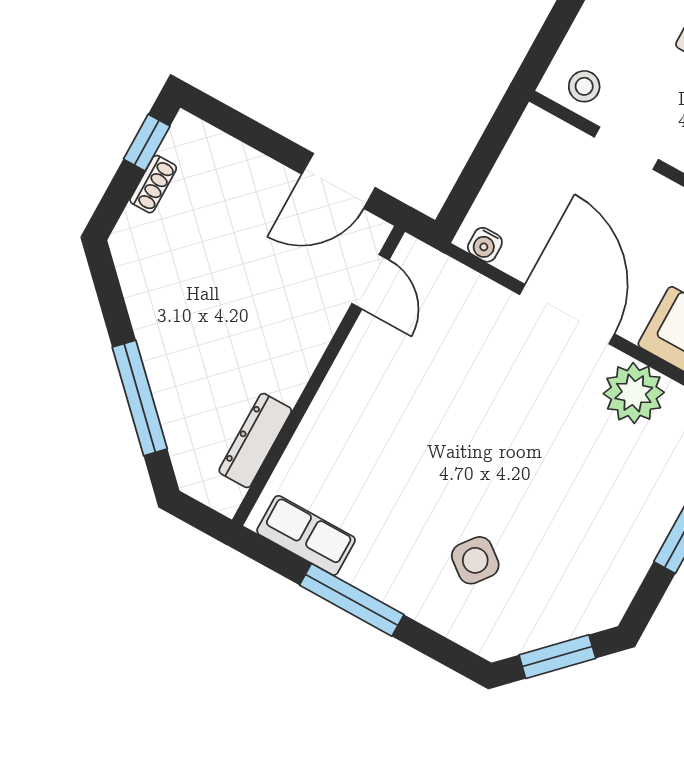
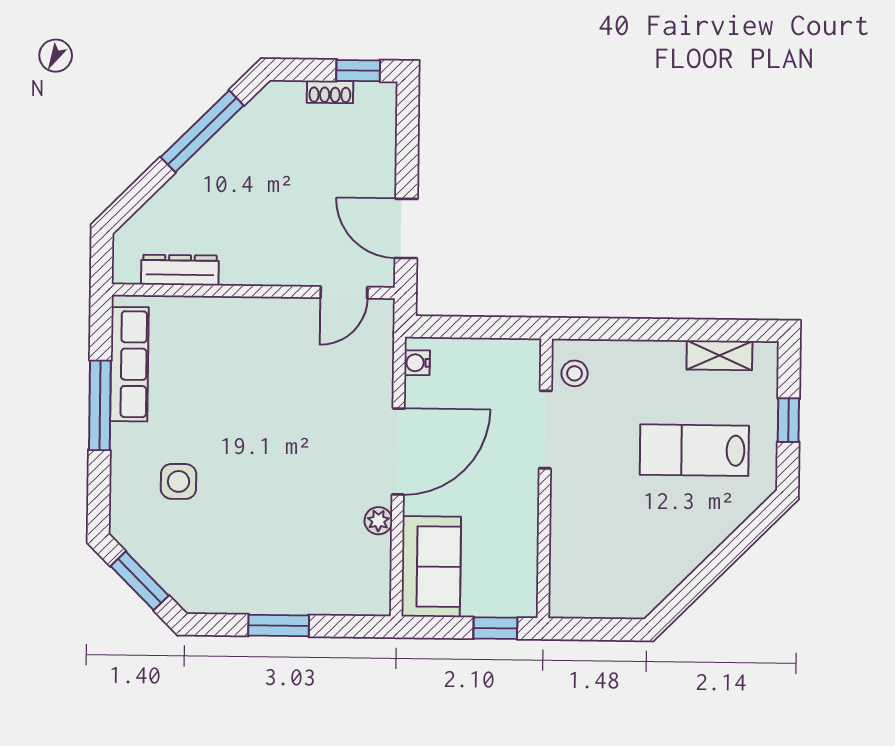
doorway: (626, 148) -> (545, 429), width x1.38
plant: (634, 393) -> (378, 521), width x0.53, depth x0.53
window: (140, 398) -> (202, 131), moved
row of seats: (306, 535) -> (129, 364), width x1.48
side table: (475, 560) -> (179, 481), turned -38

